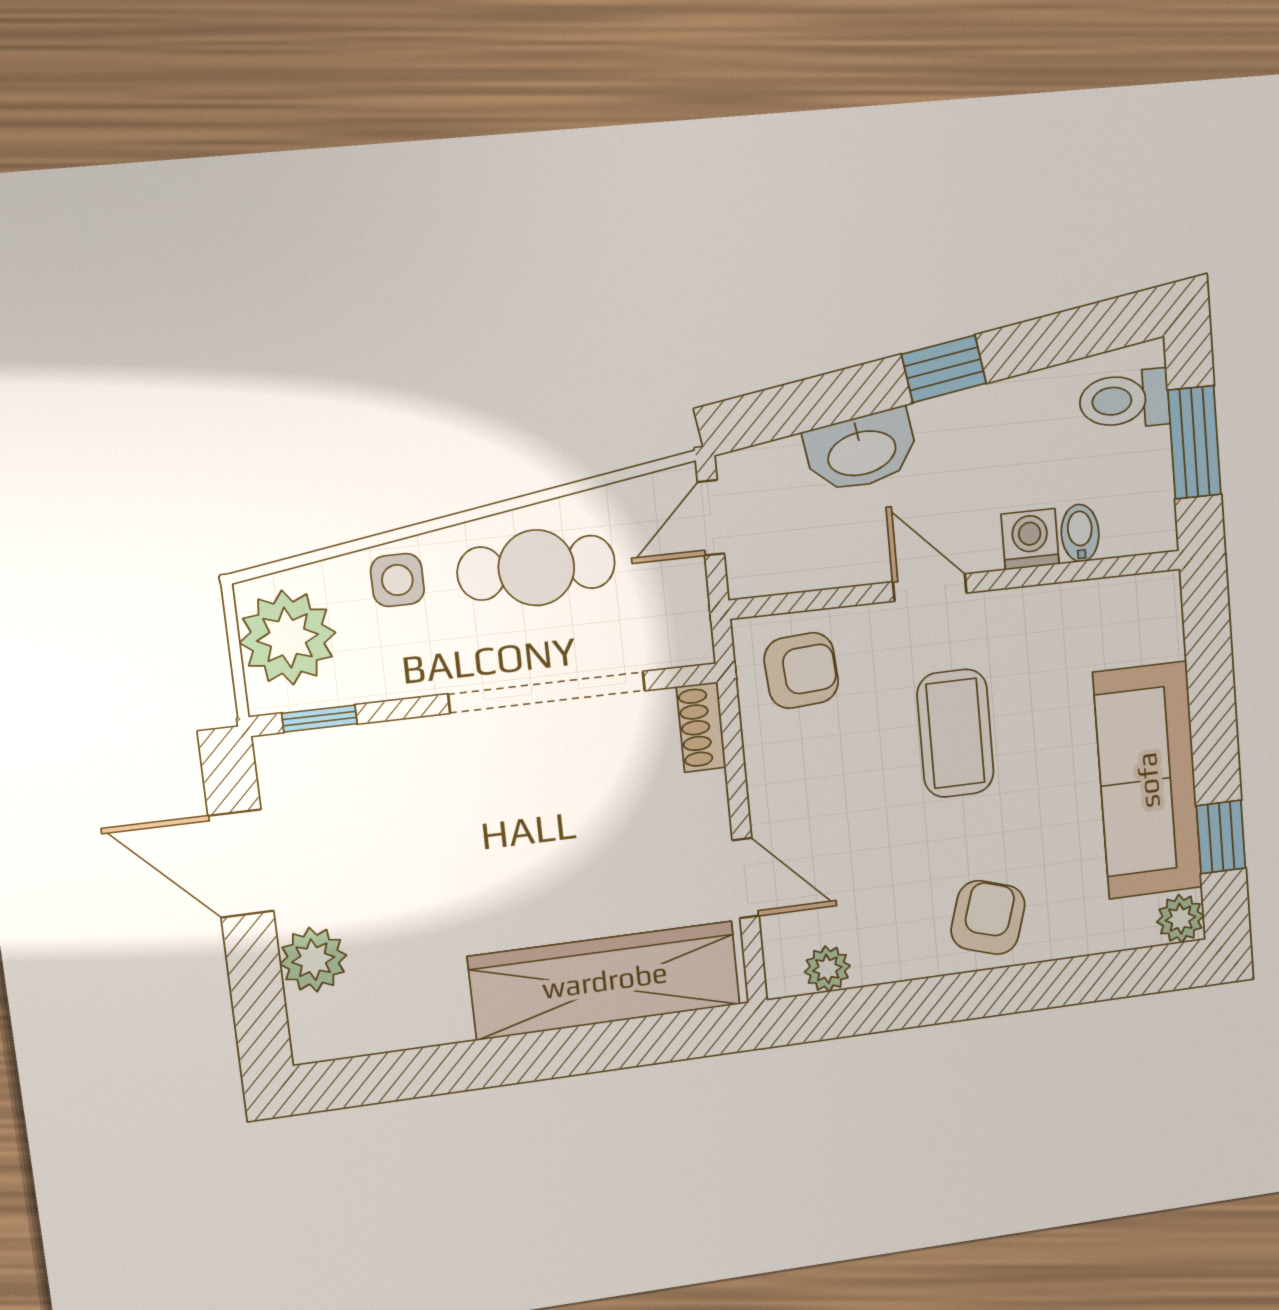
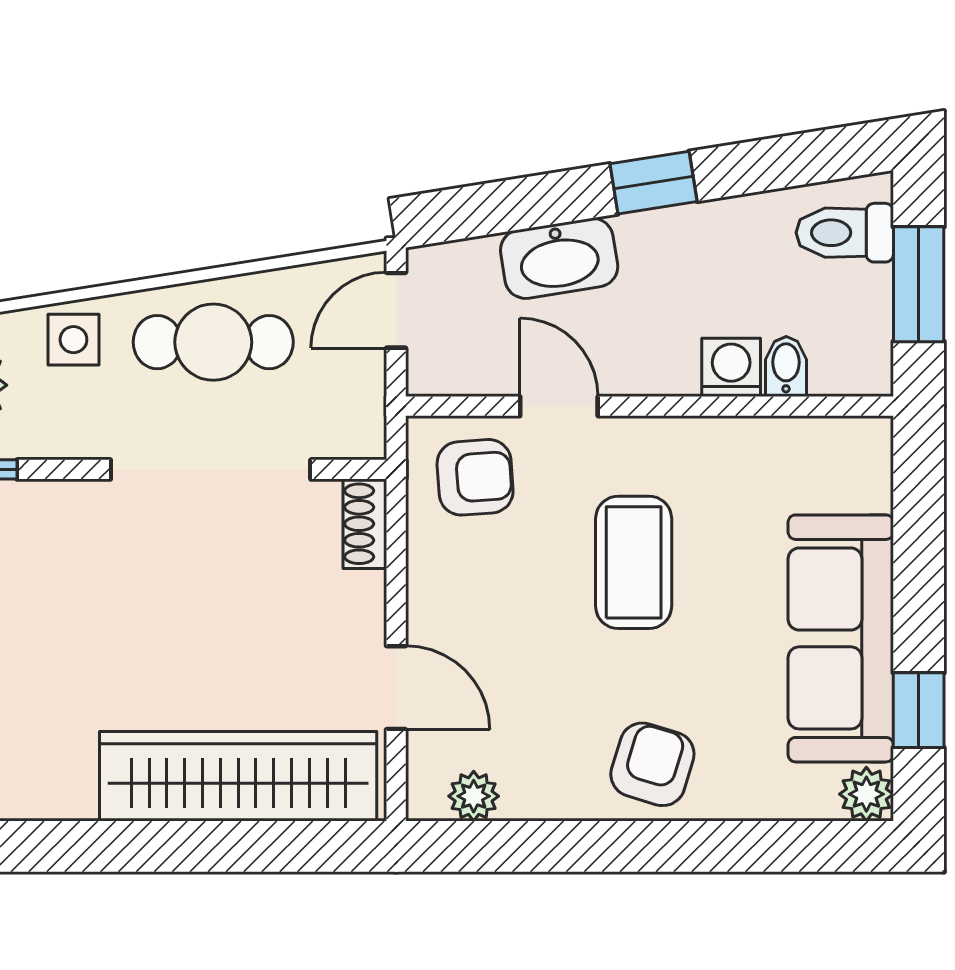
door: (930, 588) -> (559, 406), moved

